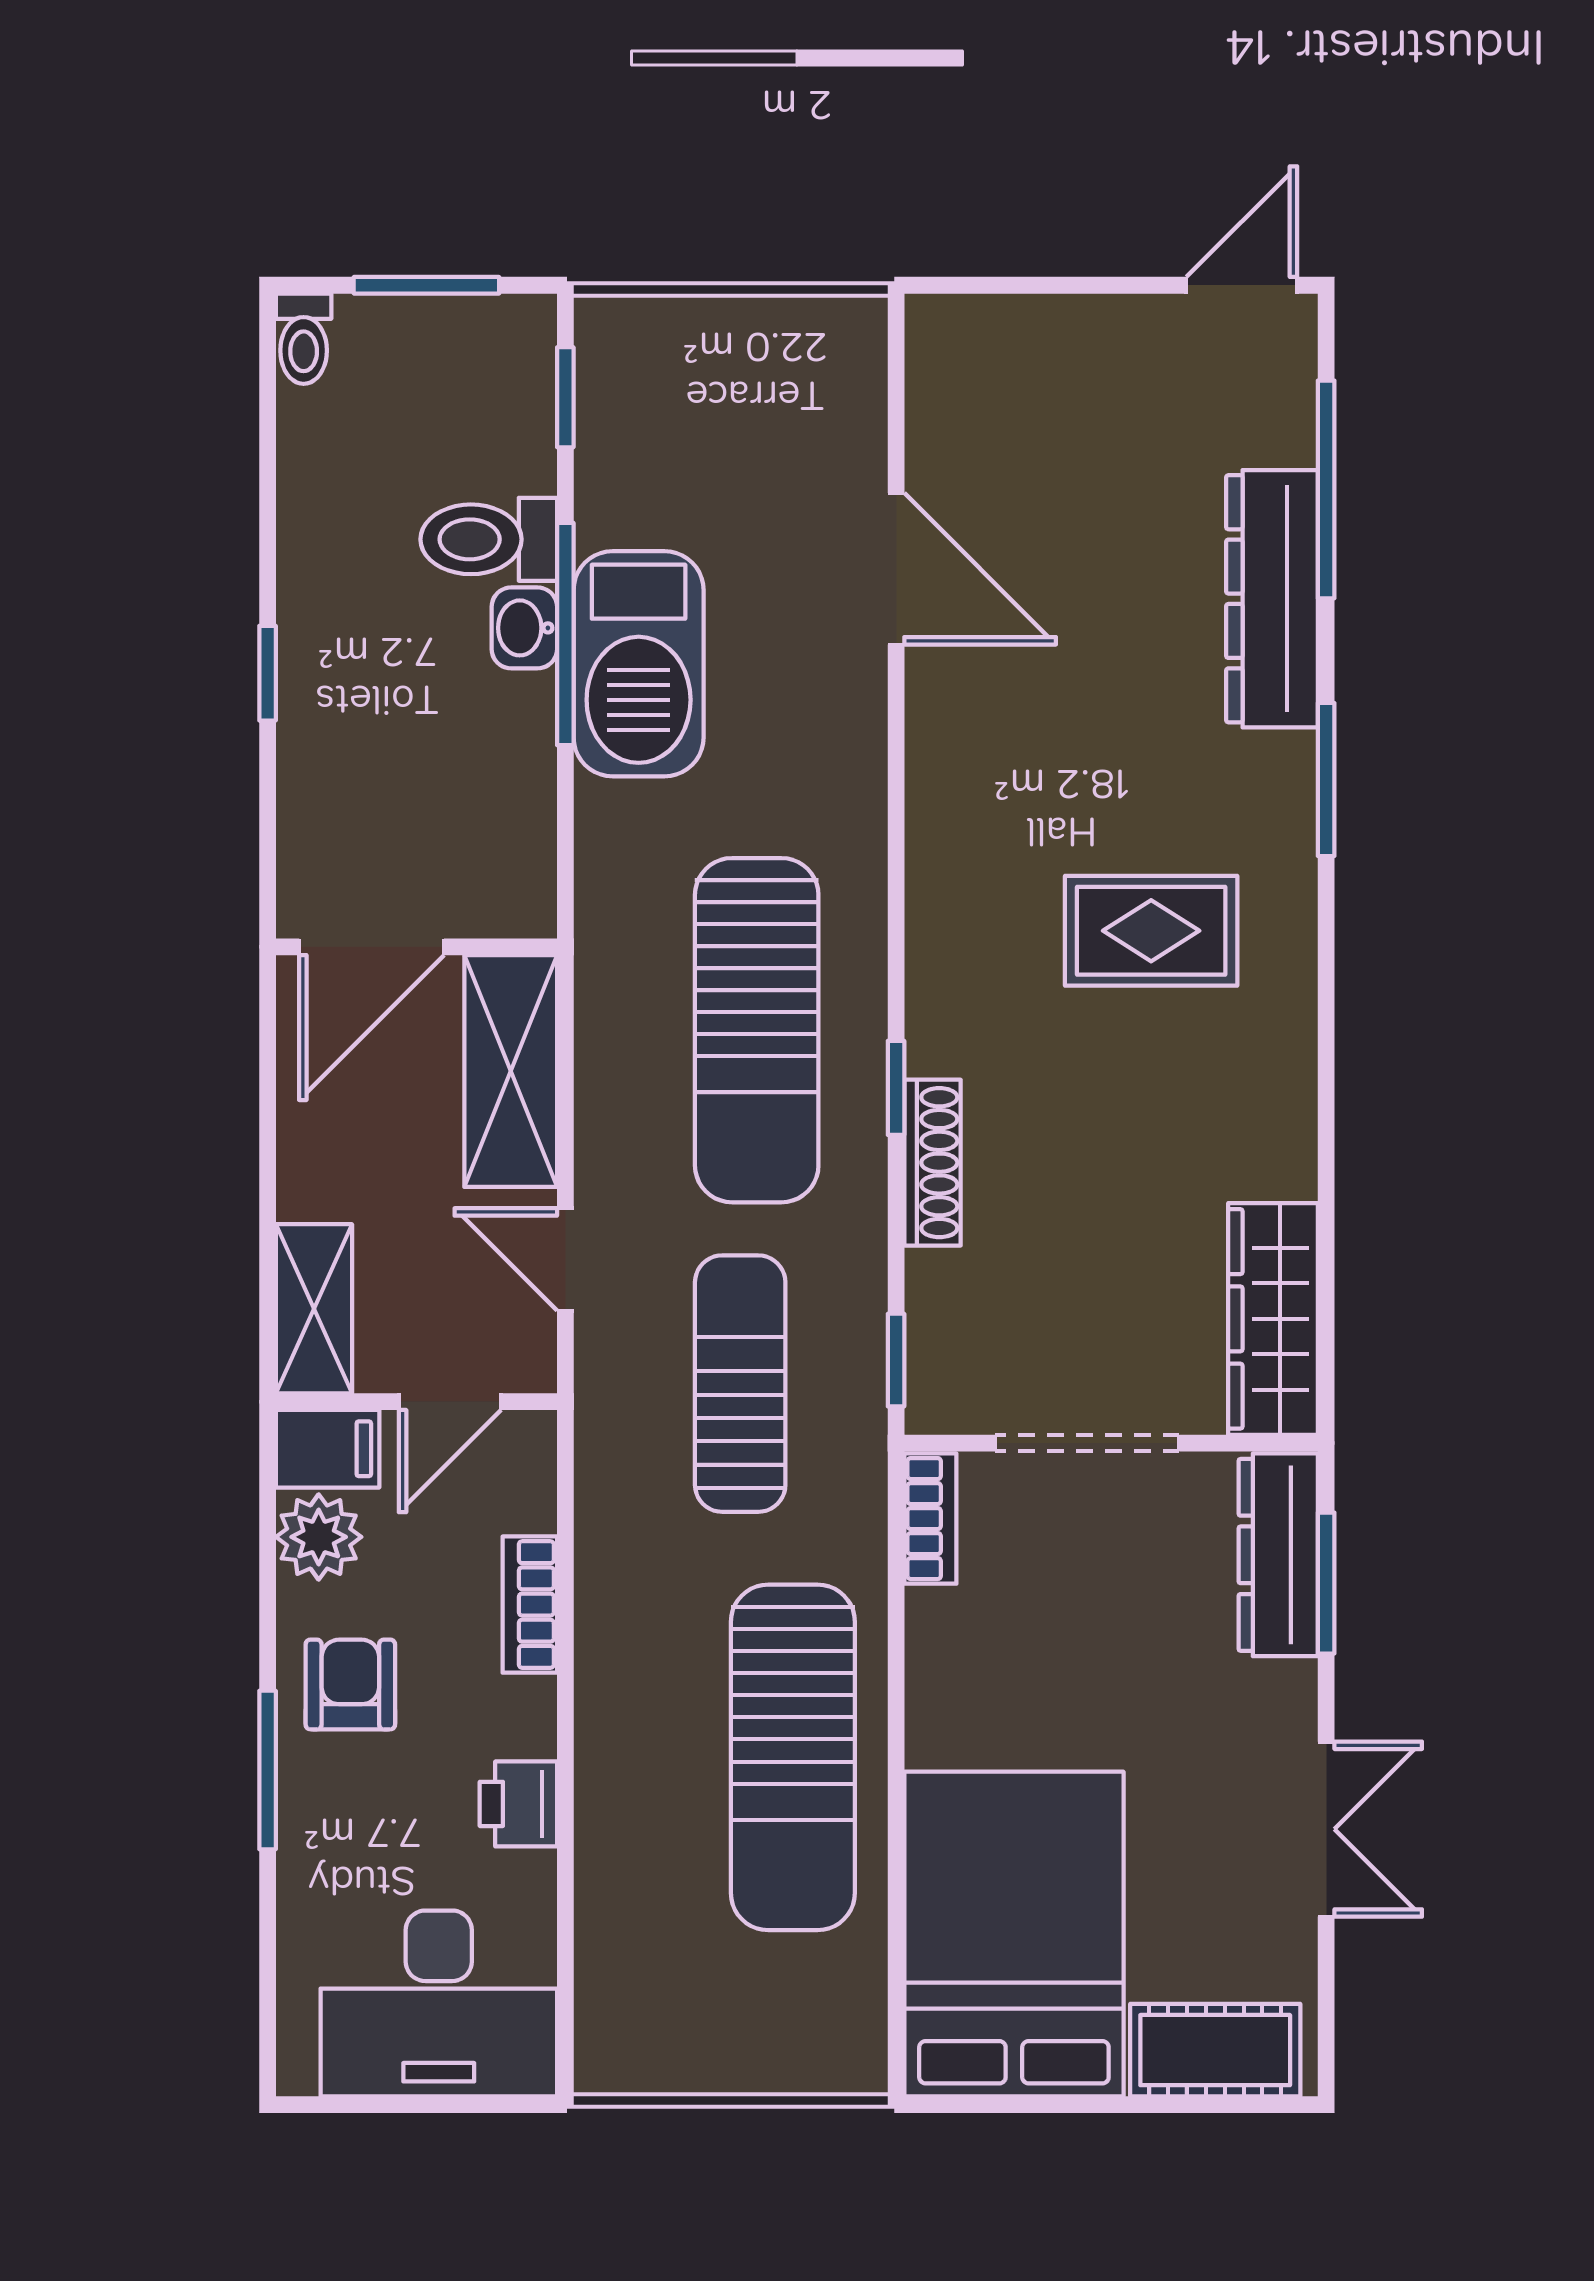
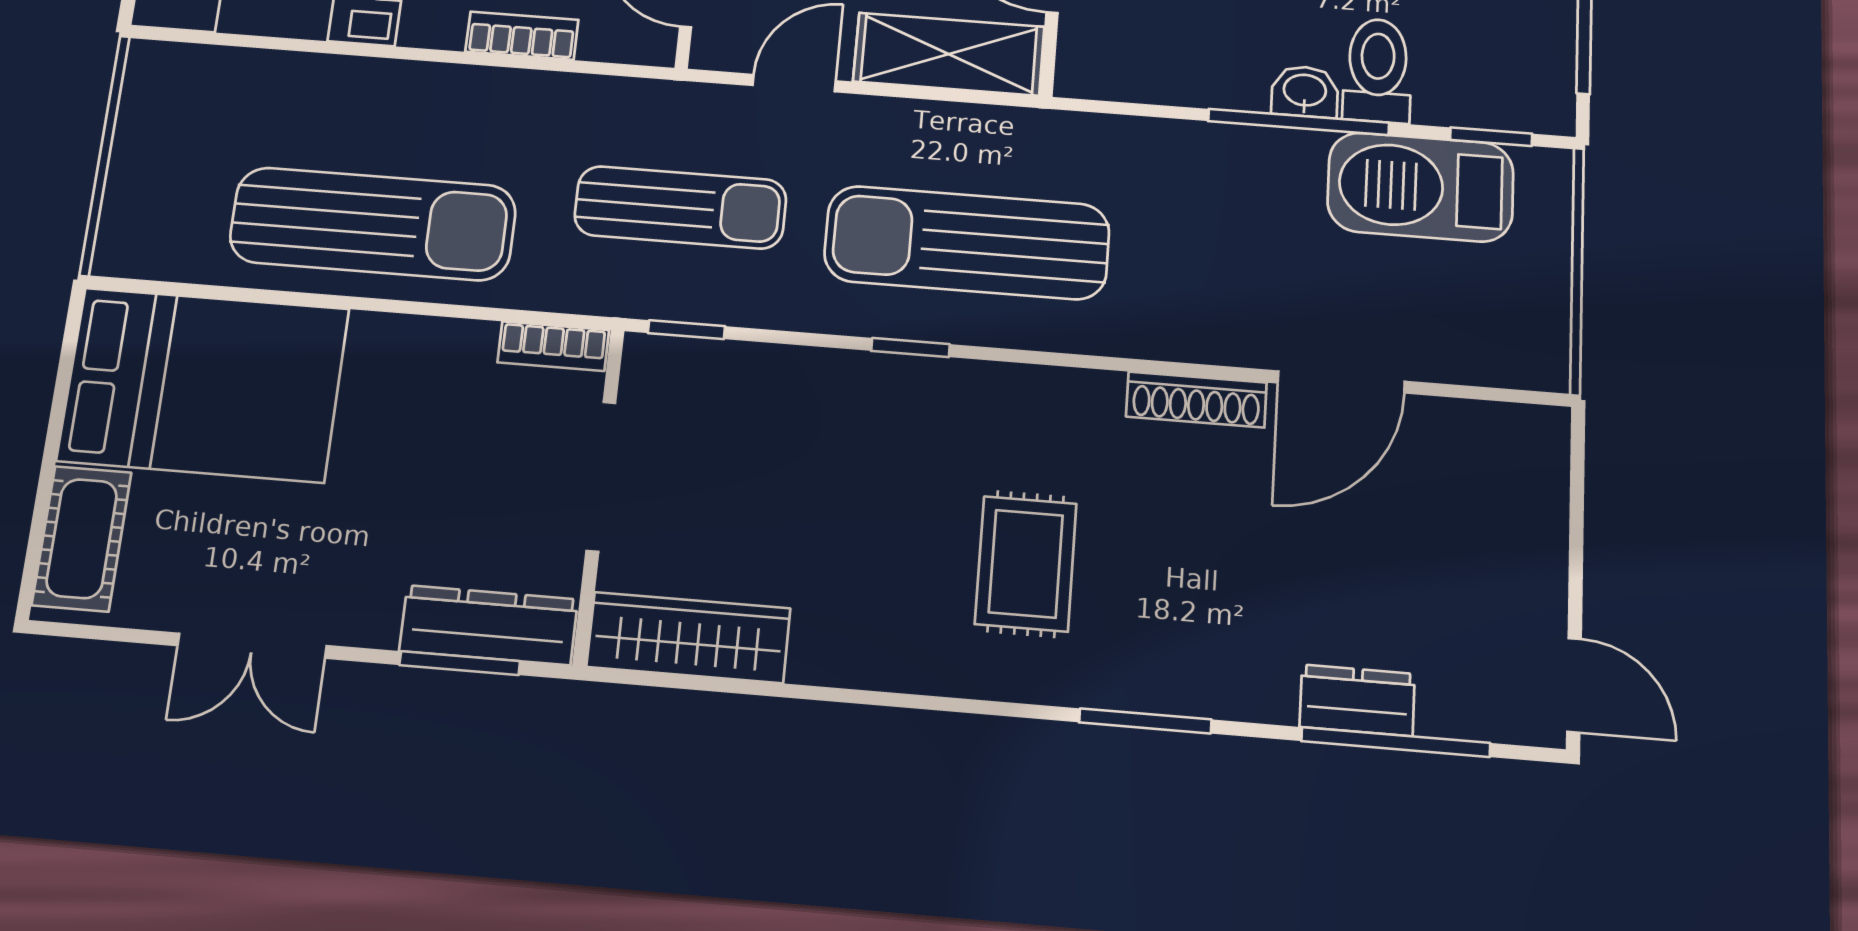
dresser: (1272, 599) -> (1357, 700), width x0.51, depth x0.80
barbecue: (639, 664) -> (1420, 187), moved
shoe rack: (933, 1163) -> (1196, 400), moved
sun lounger: (793, 1757) -> (373, 224), turned 180

